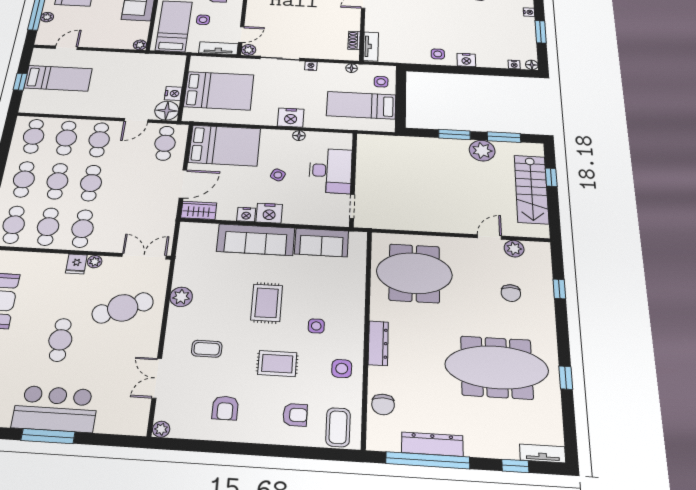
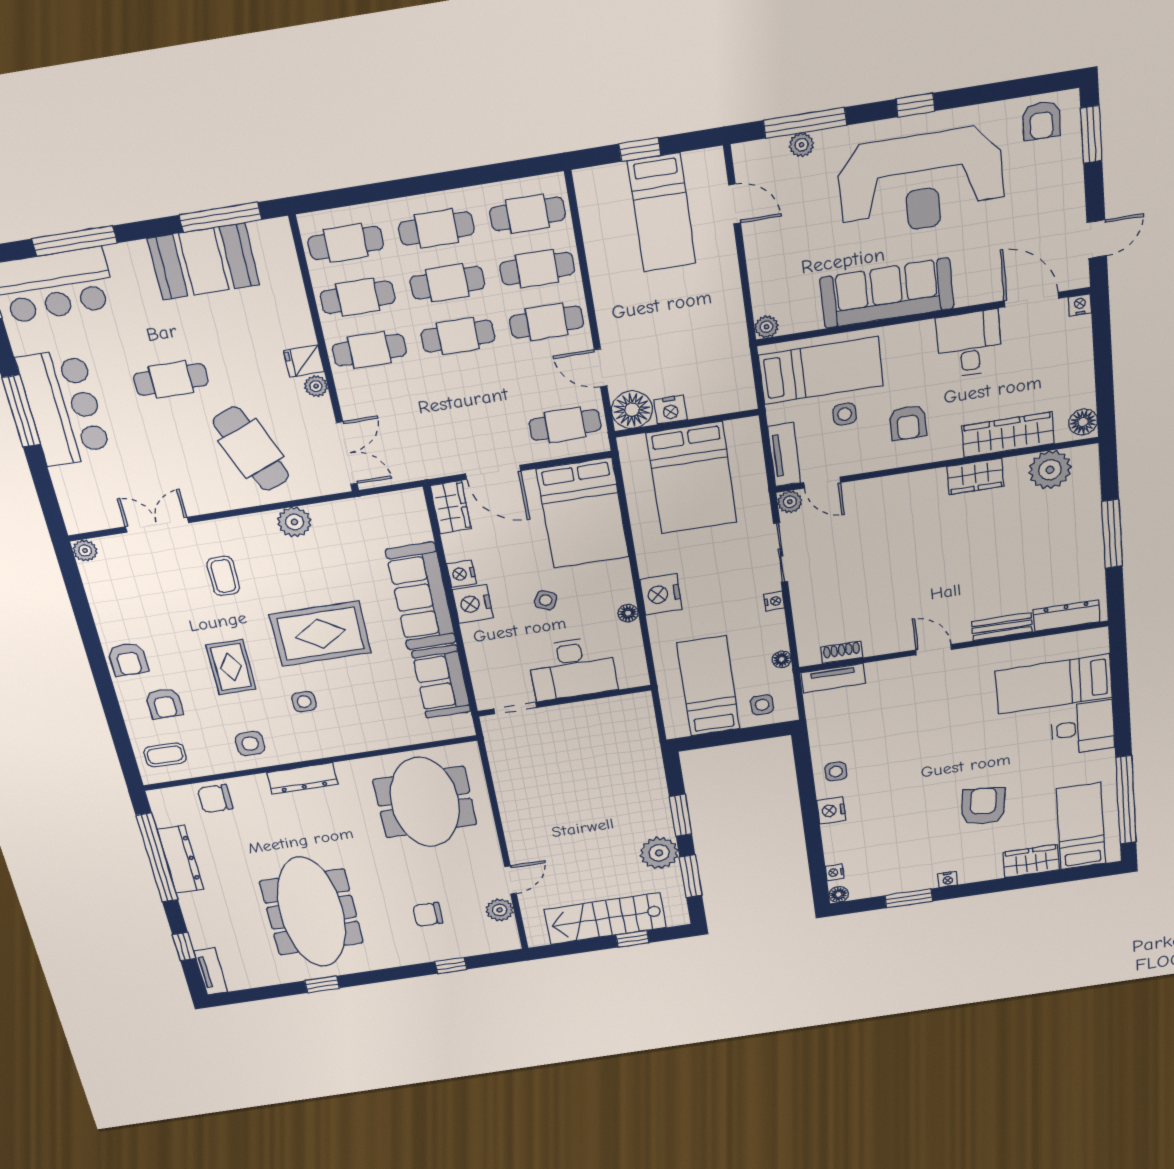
door: (489, 237) -> (510, 880), hinge flipped
rug: (267, 303) -> (320, 634), width x1.36, depth x1.43
armchair: (225, 408) -> (128, 659), moved, turned -90
coffee table: (338, 427) -> (165, 755), width x0.73, depth x0.77

